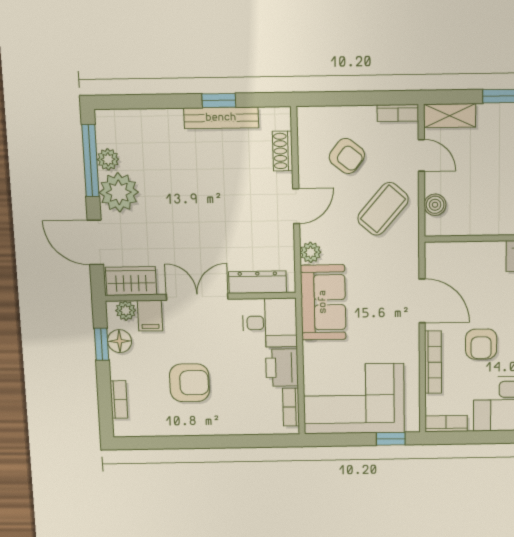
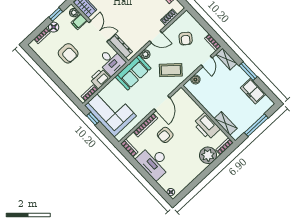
coffee table: (383, 209) -> (171, 70), moved
floor lamp: (120, 341) -> (54, 27), moved
window: (391, 439) -> (93, 119), moved

